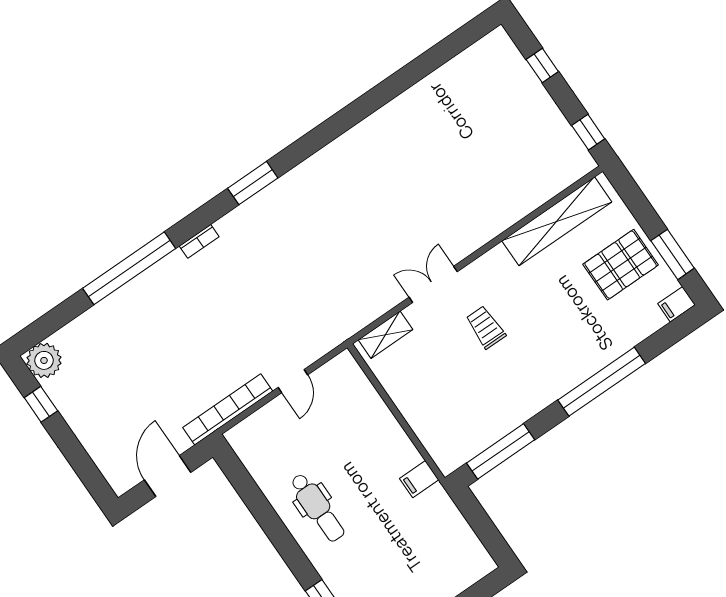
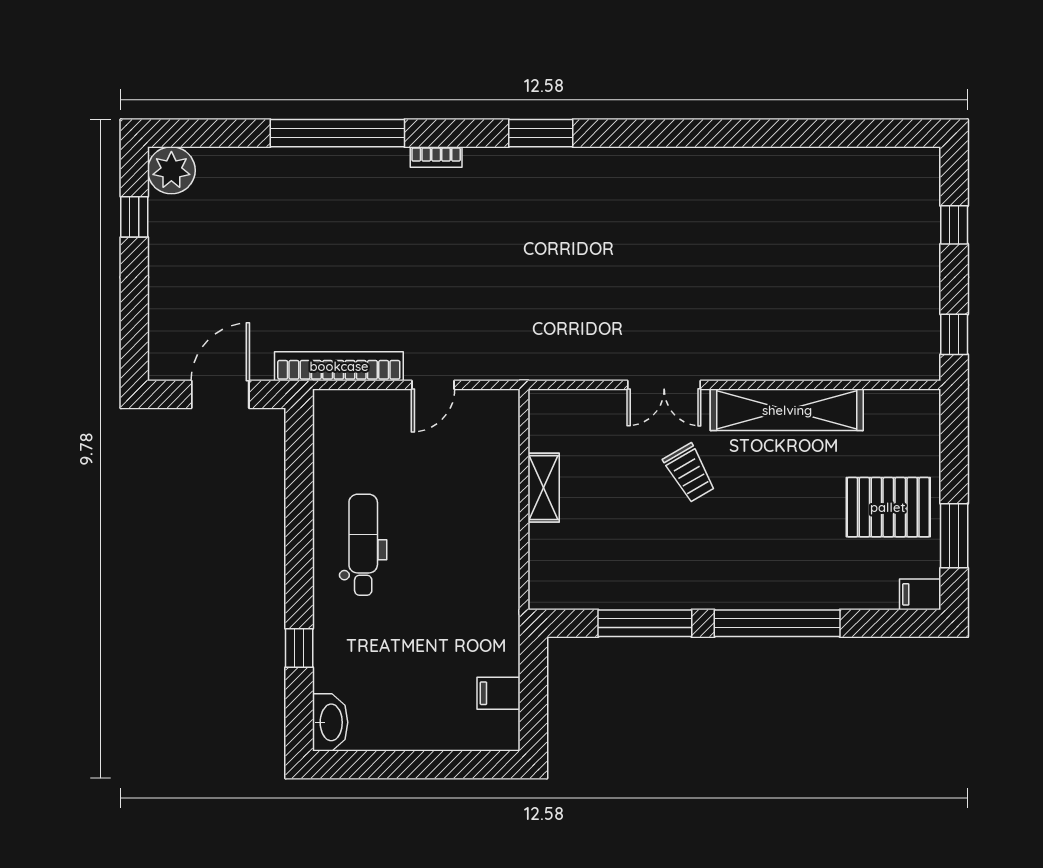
shelving: (557, 221) -> (787, 410), moved
double door: (433, 284) -> (664, 385), swing flipped
trolley: (486, 327) -> (689, 473), turned 150
shelving: (386, 335) -> (544, 488), moved, turned 90
window: (501, 451) -> (645, 623), moved
filing cabinet: (419, 479) -> (498, 693), moved
dental chair: (317, 507) -> (363, 545), turned 180

